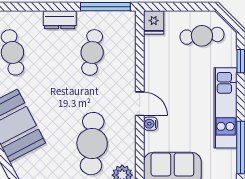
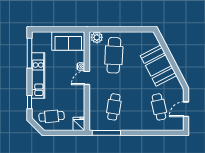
dresser: (60, 20) -> (132, 125), removed
door: (140, 104) -> (87, 78), hinge flipped

